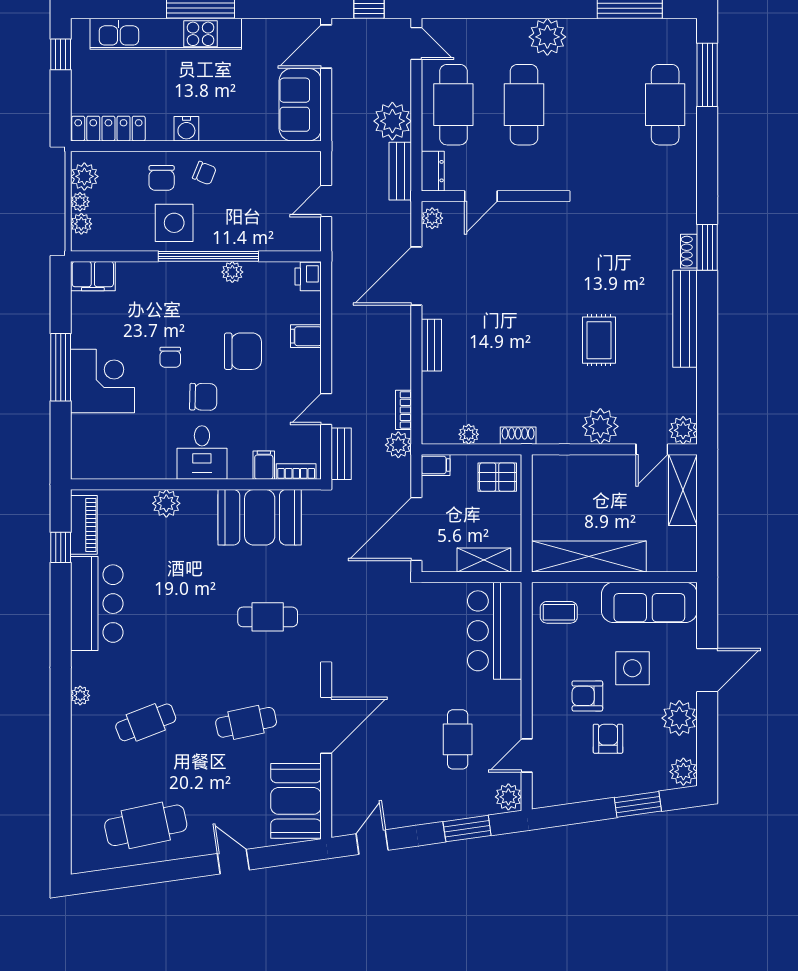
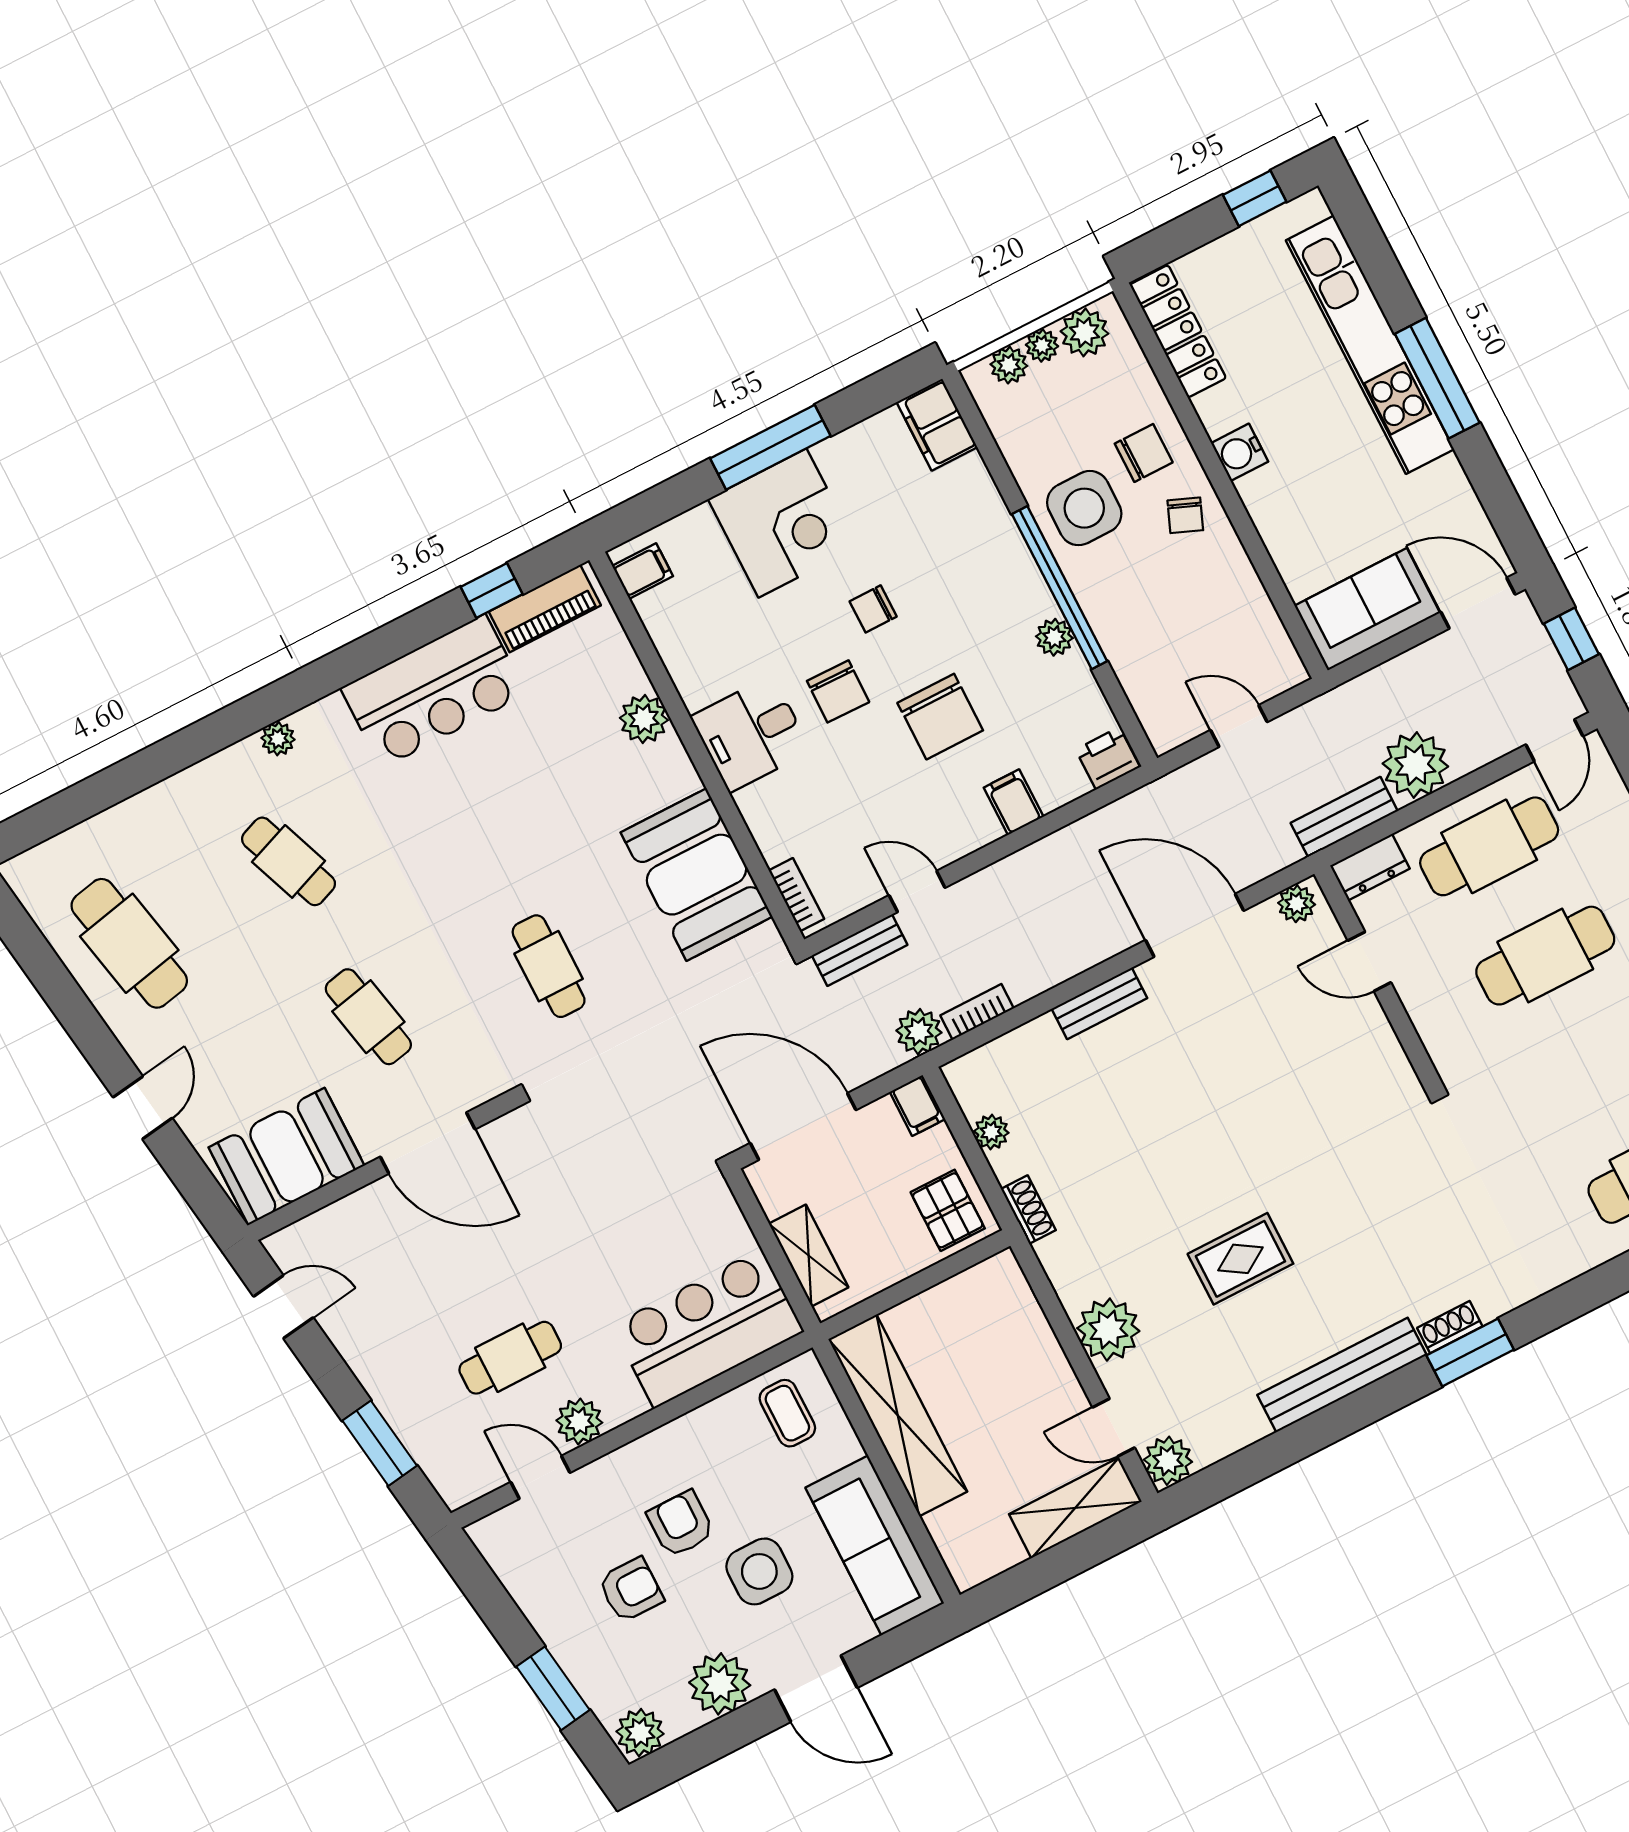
chair: (162, 178) -> (1144, 453), turned 180
filing cabinet: (264, 465) -> (643, 571), moved
plant: (508, 797) -> (579, 1421), moved

